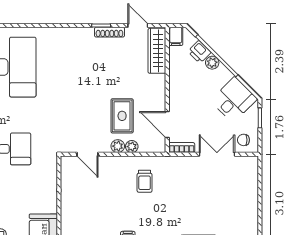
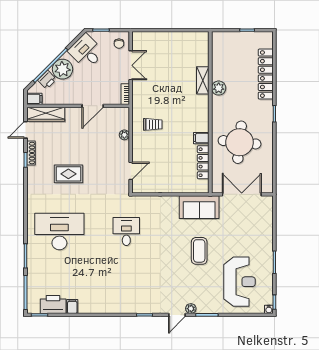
plant: (212, 63) -> (63, 69), width x1.88, depth x1.88
rug: (122, 116) -> (68, 174), moved
door: (167, 124) -> (93, 106), moved
plant: (118, 146) -> (124, 146), removed
double door: (217, 154) -> (131, 65), swing flipped

